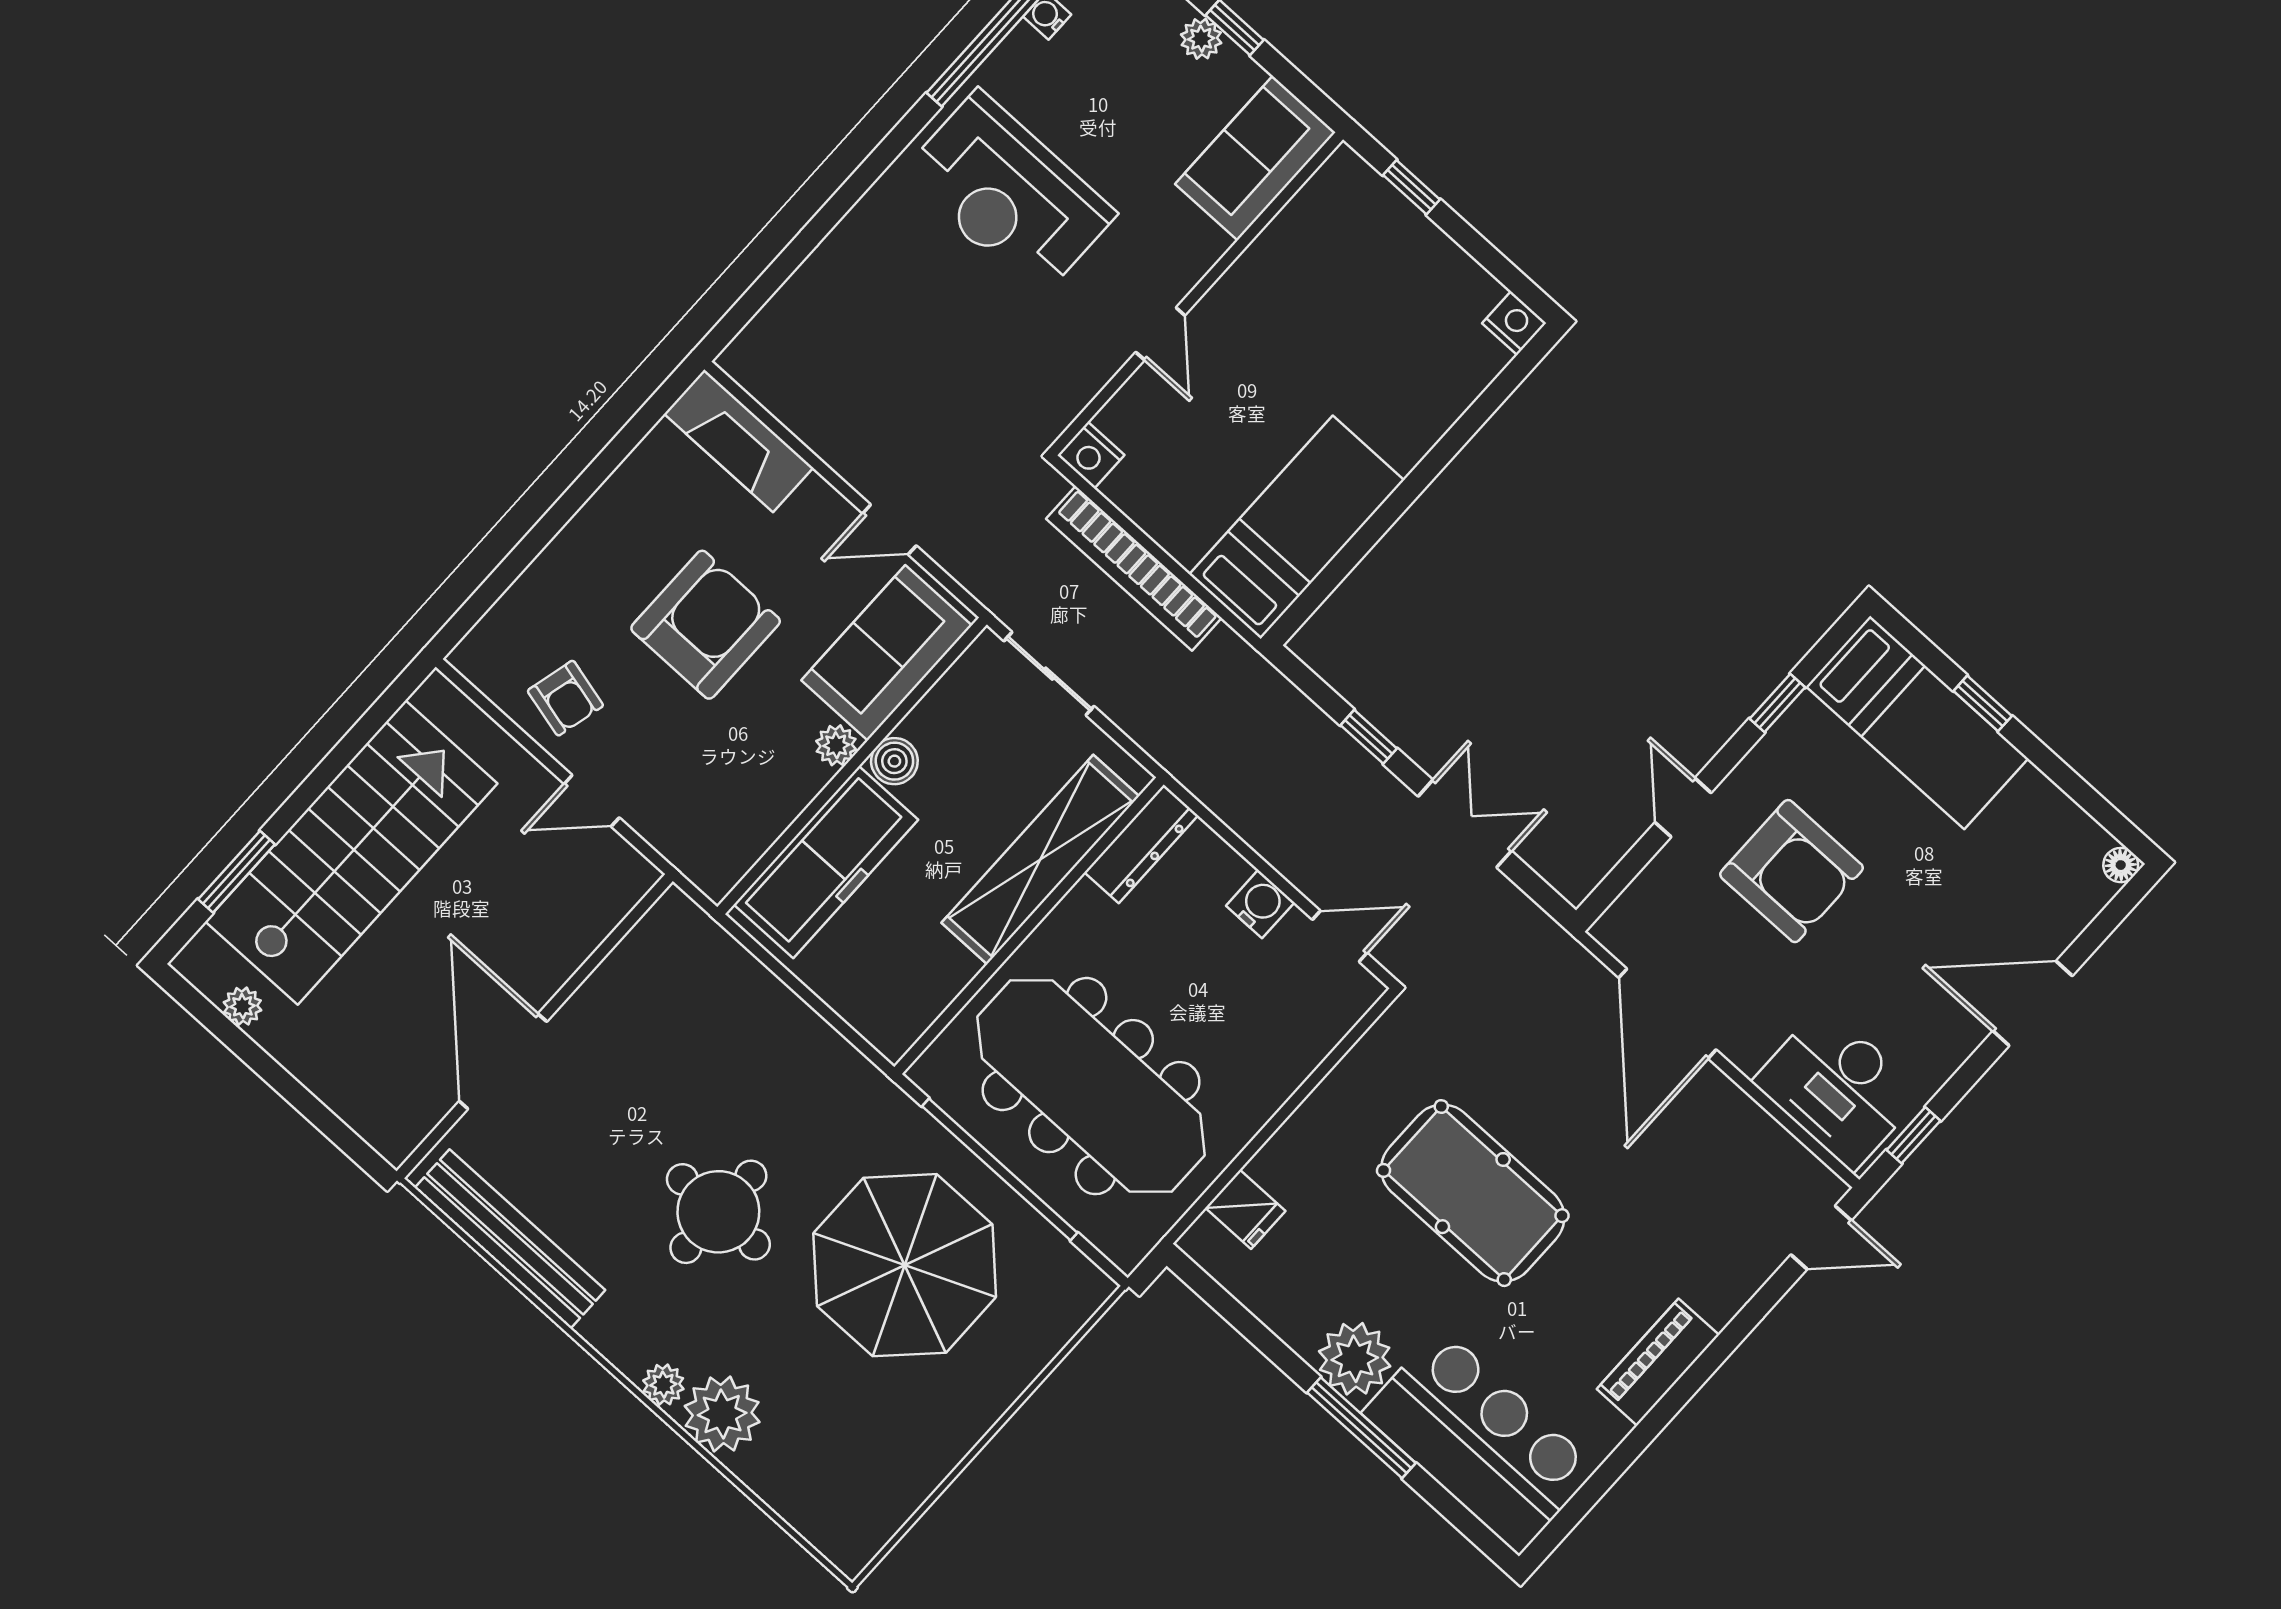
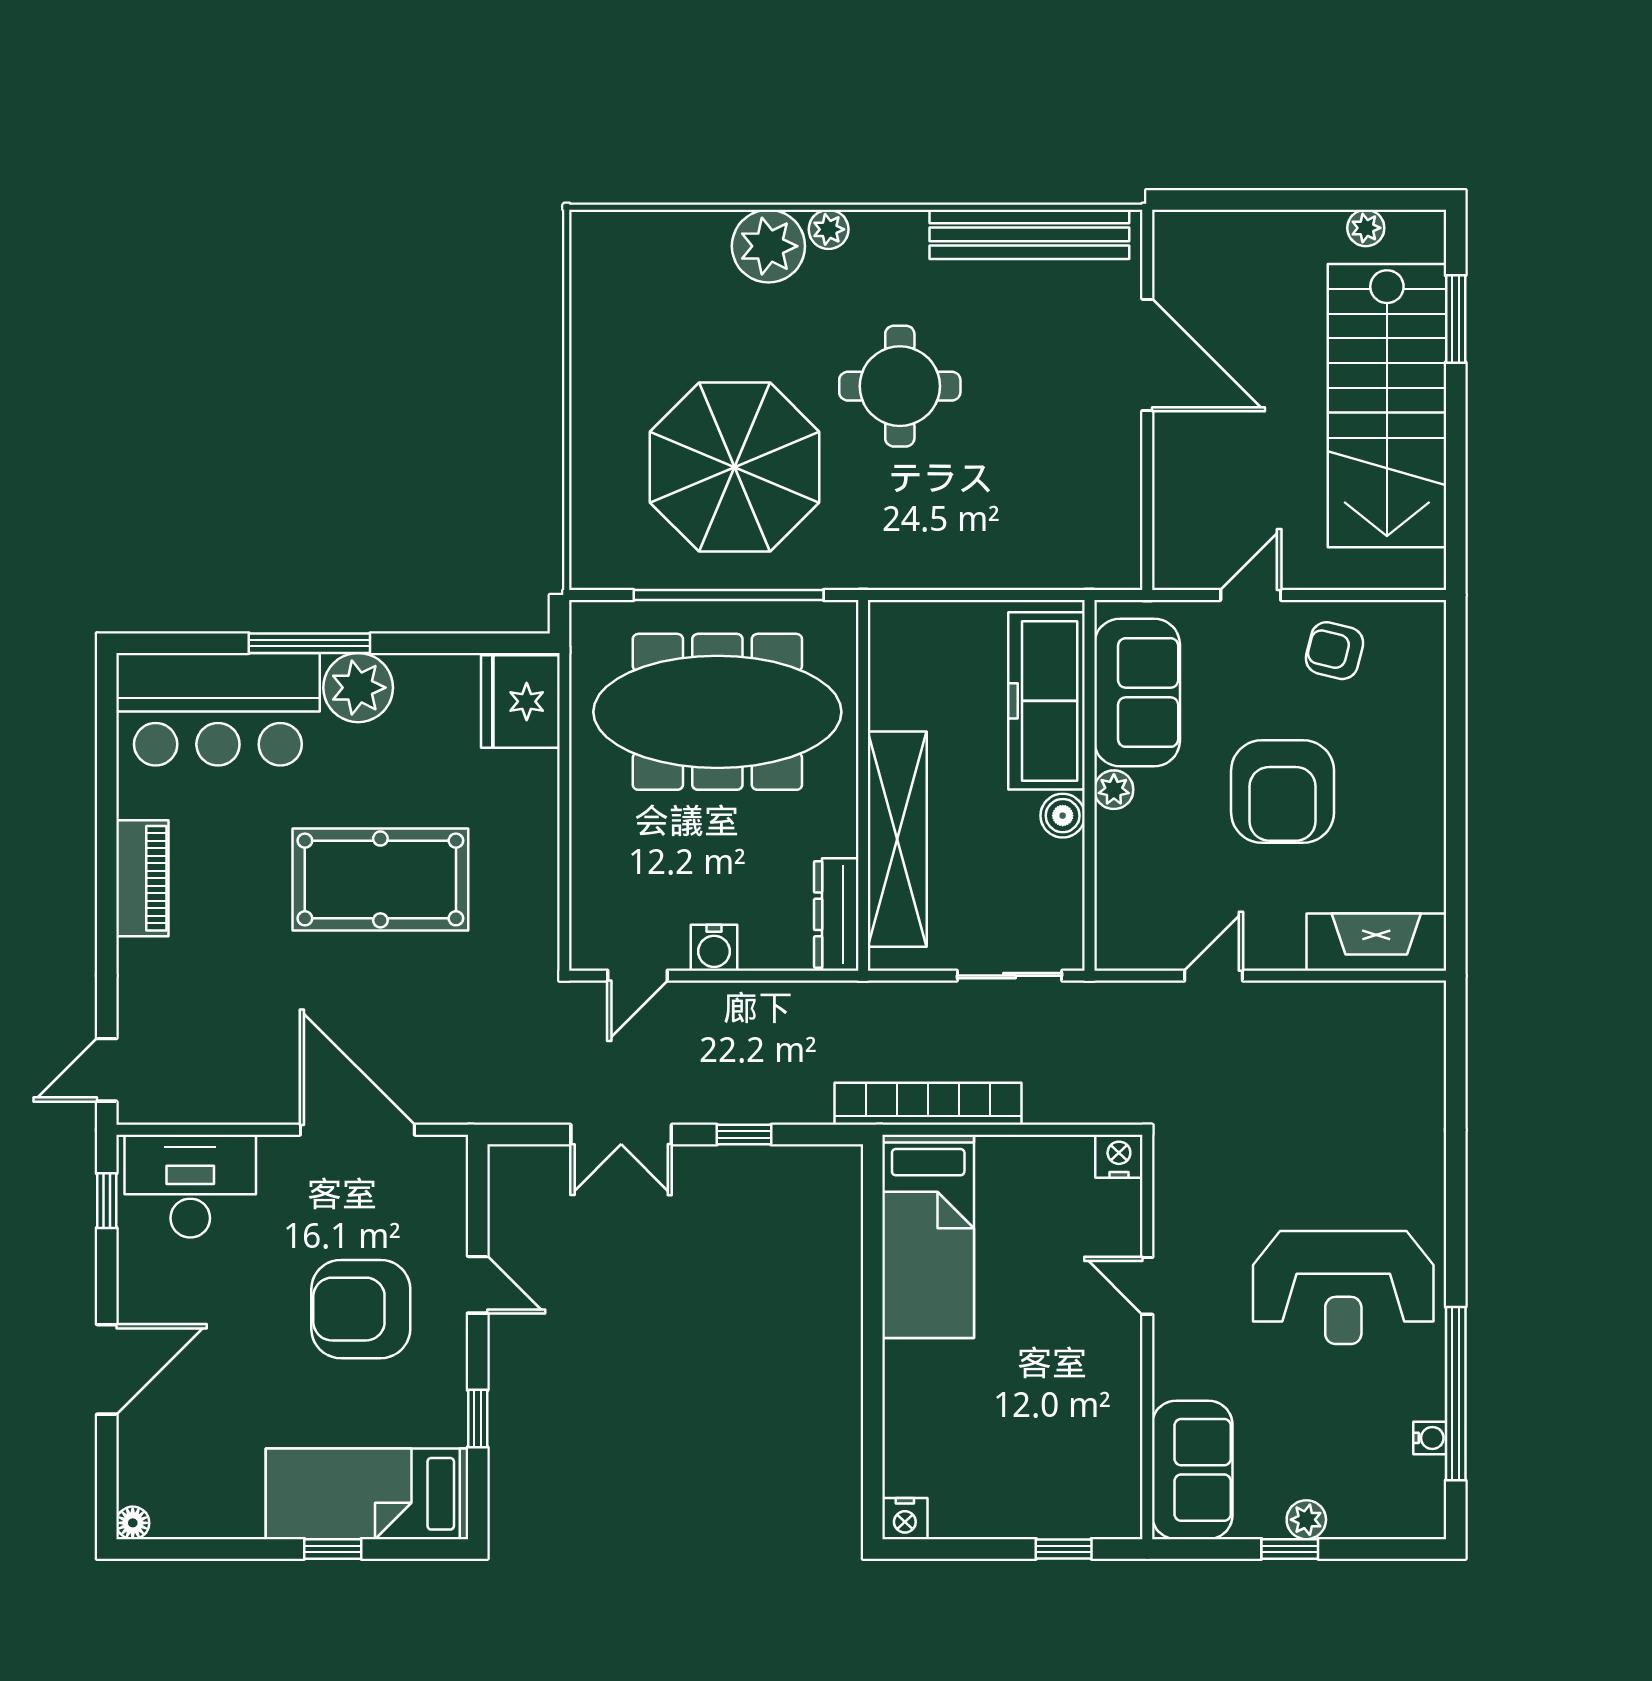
reception desk: (1008, 194) -> (1343, 1288), turned 180
bookcase: (1134, 568) -> (928, 1104), moved
sofa: (887, 653) -> (1137, 693), moved
fridge: (1245, 1209) -> (520, 701), width x1.88, depth x1.34

